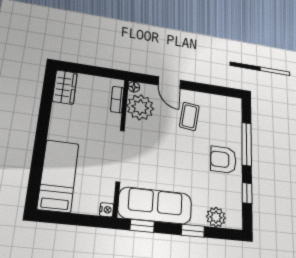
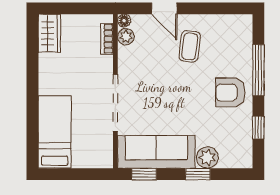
plant: (140, 107) -> (126, 37), width x0.53, depth x0.53
nightstand: (107, 210) -> (107, 161), removed
plant: (216, 217) -> (207, 158), moved

